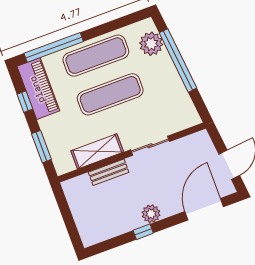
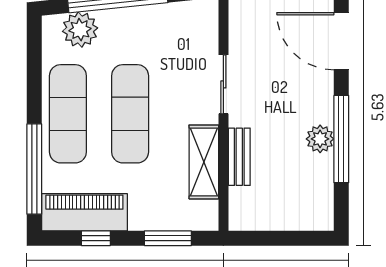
plant: (151, 214) -> (320, 139), moved
window: (143, 232) -> (341, 139), width x3.17

